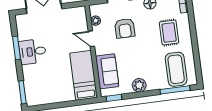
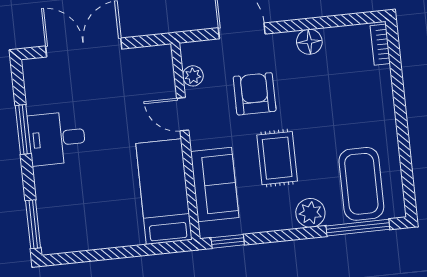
armchair: (125, 28) -> (255, 94), turned 180
rug: (169, 33) -> (277, 158), moved
plant: (139, 85) -> (310, 213), moved

